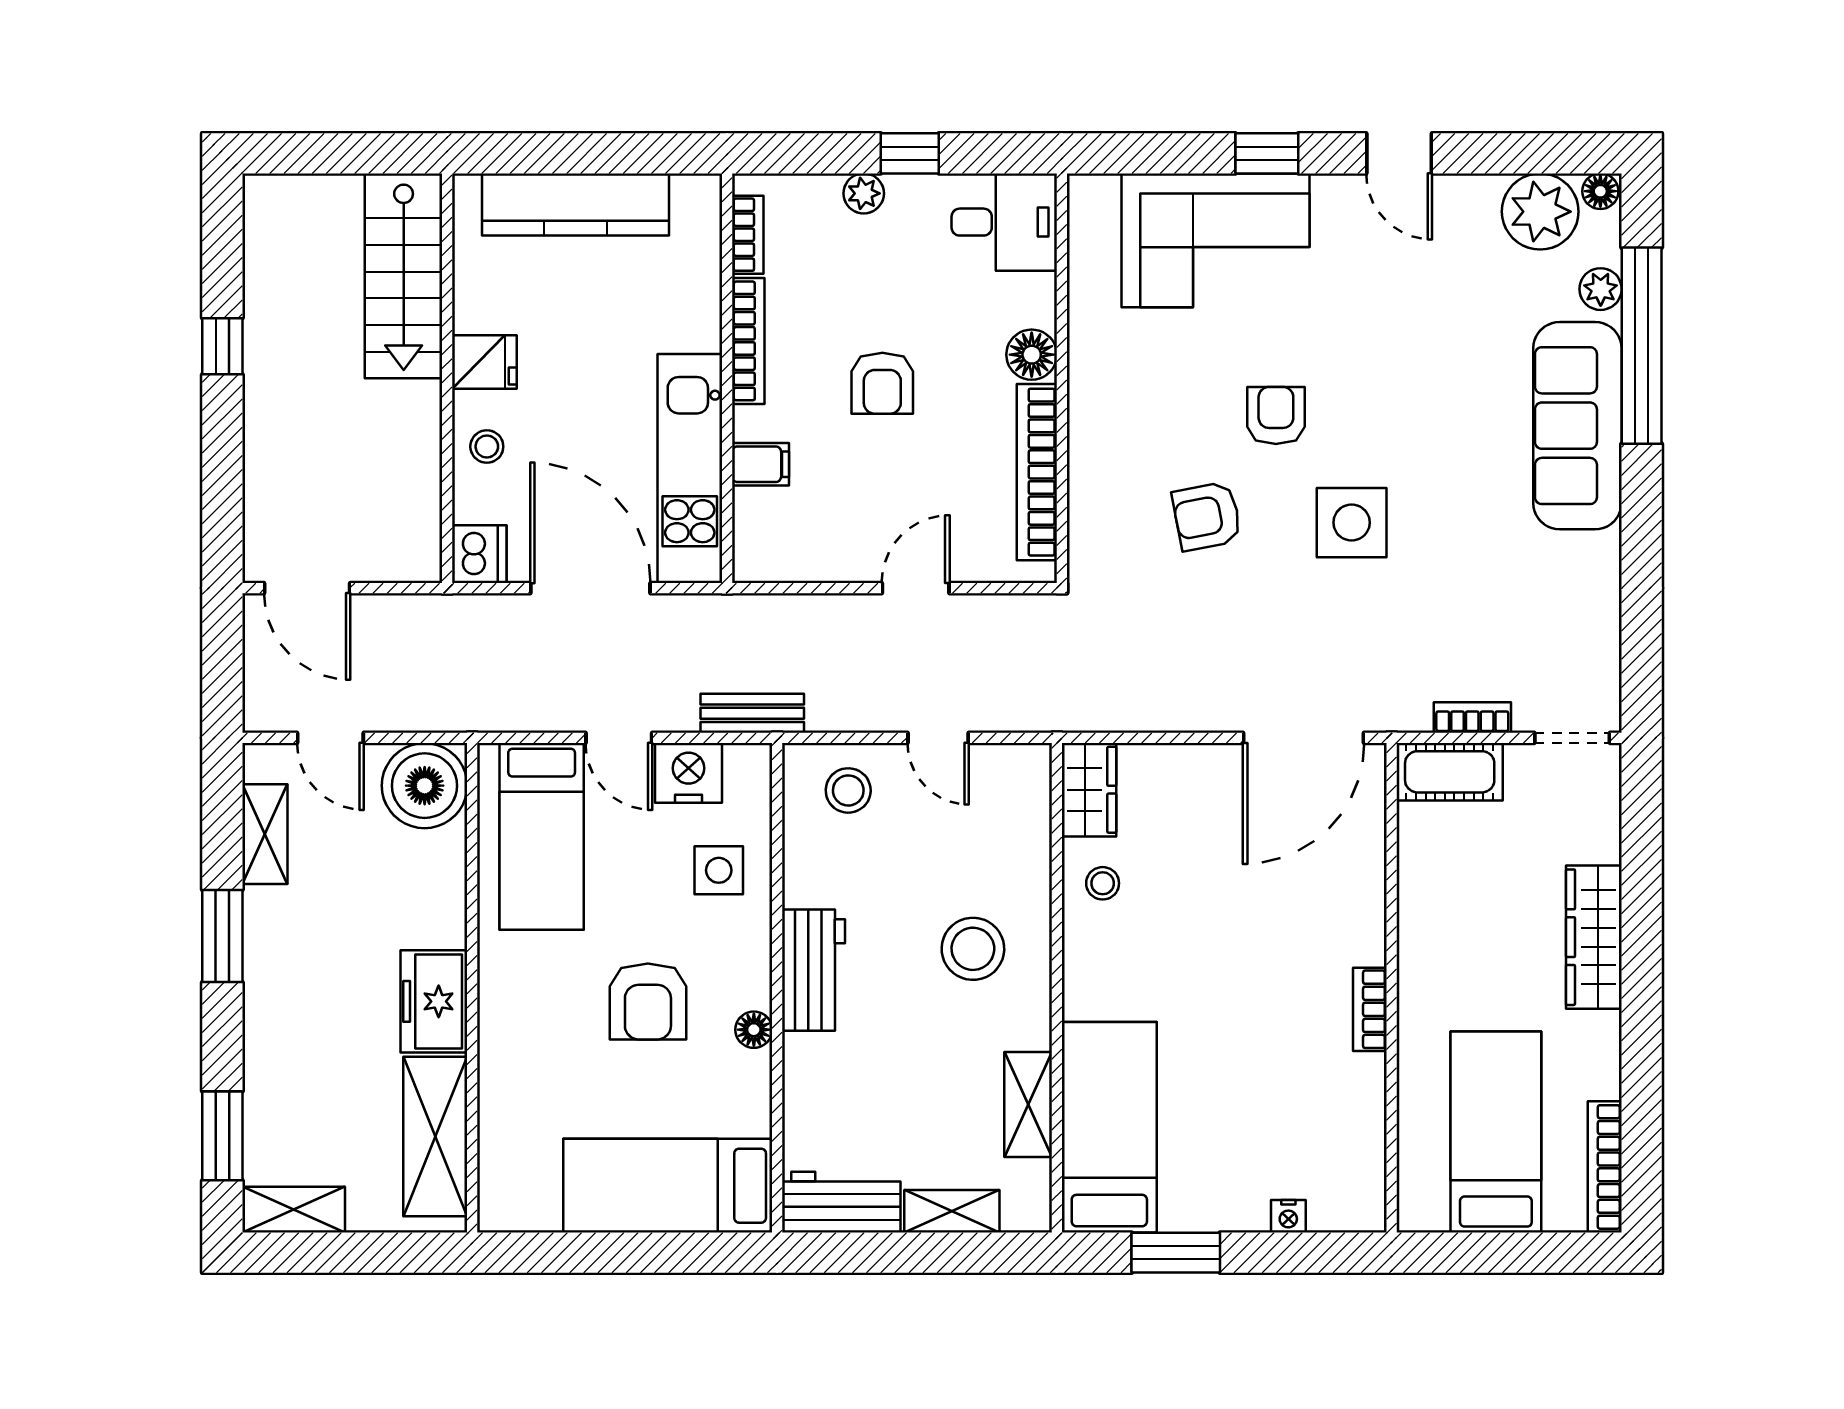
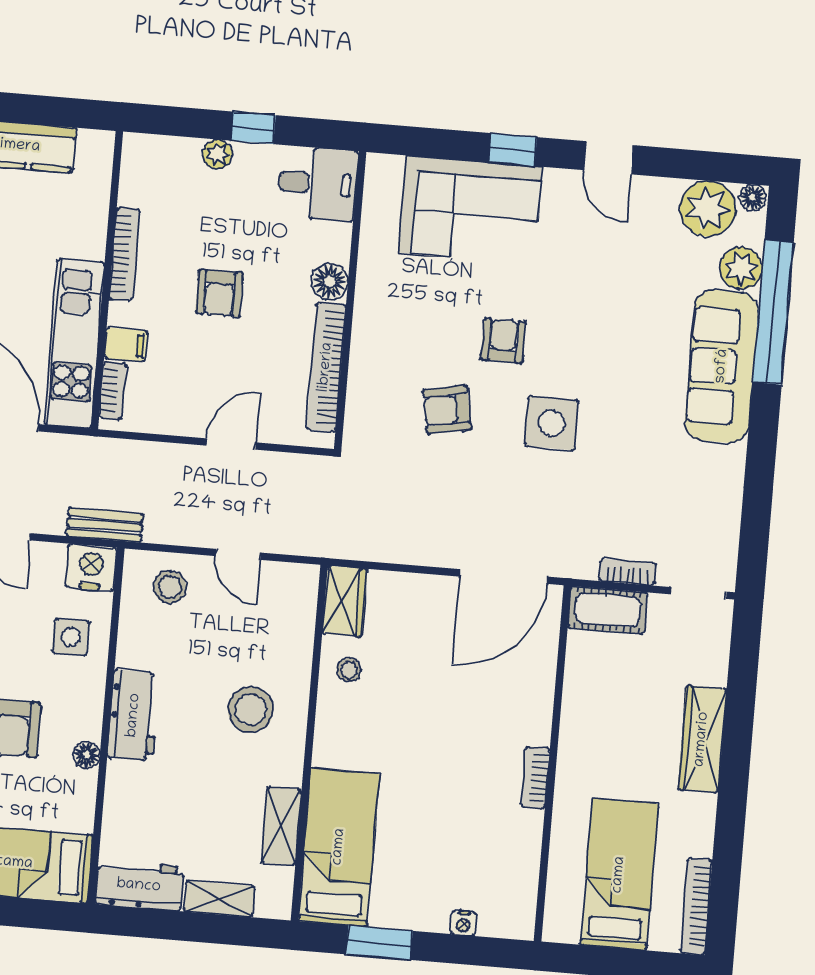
bookcase: (748, 235) -> (113, 391), moved
plant: (1601, 289) -> (741, 268), width x1.38, depth x1.38
nightstand: (689, 773) -> (91, 568), moved

